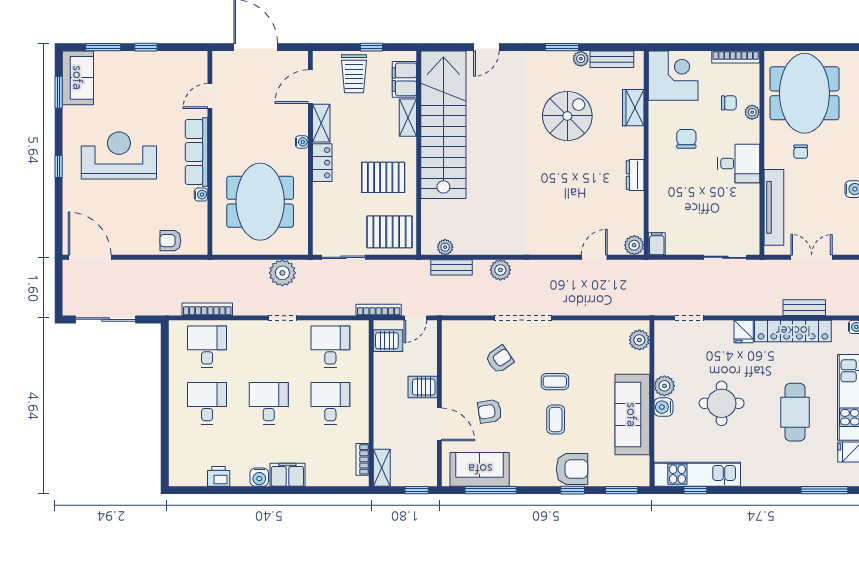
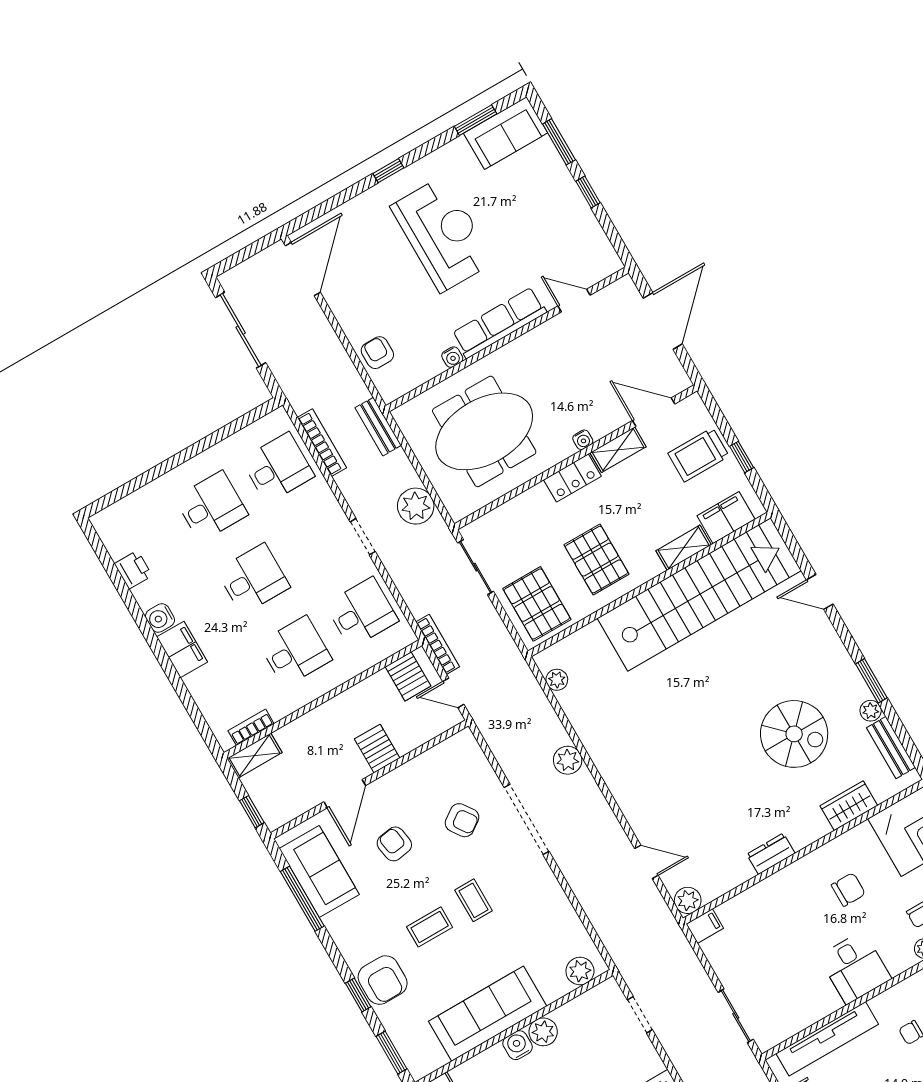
bench: (451, 267) -> (378, 427), moved

